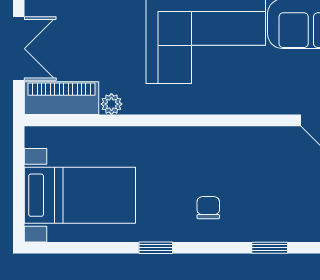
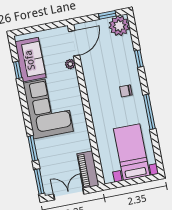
plant: (111, 104) -> (70, 64), moved
window: (156, 248) -> (149, 112), width x2.17

